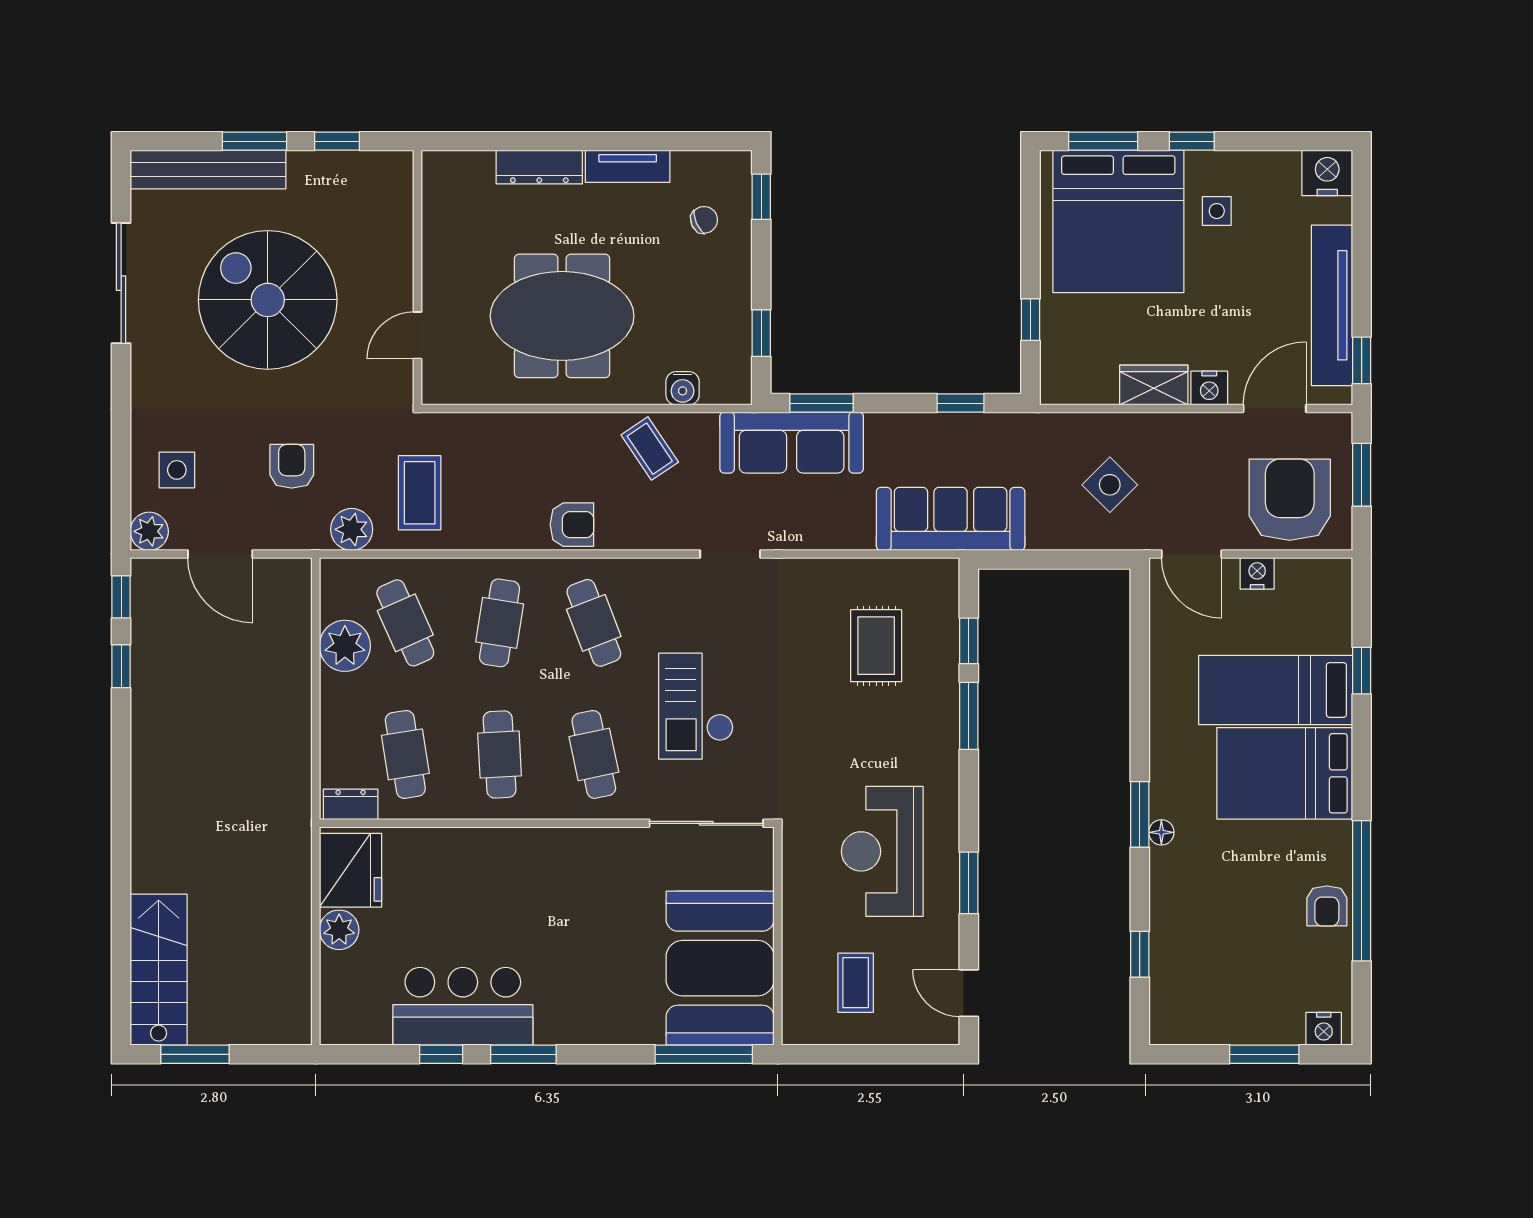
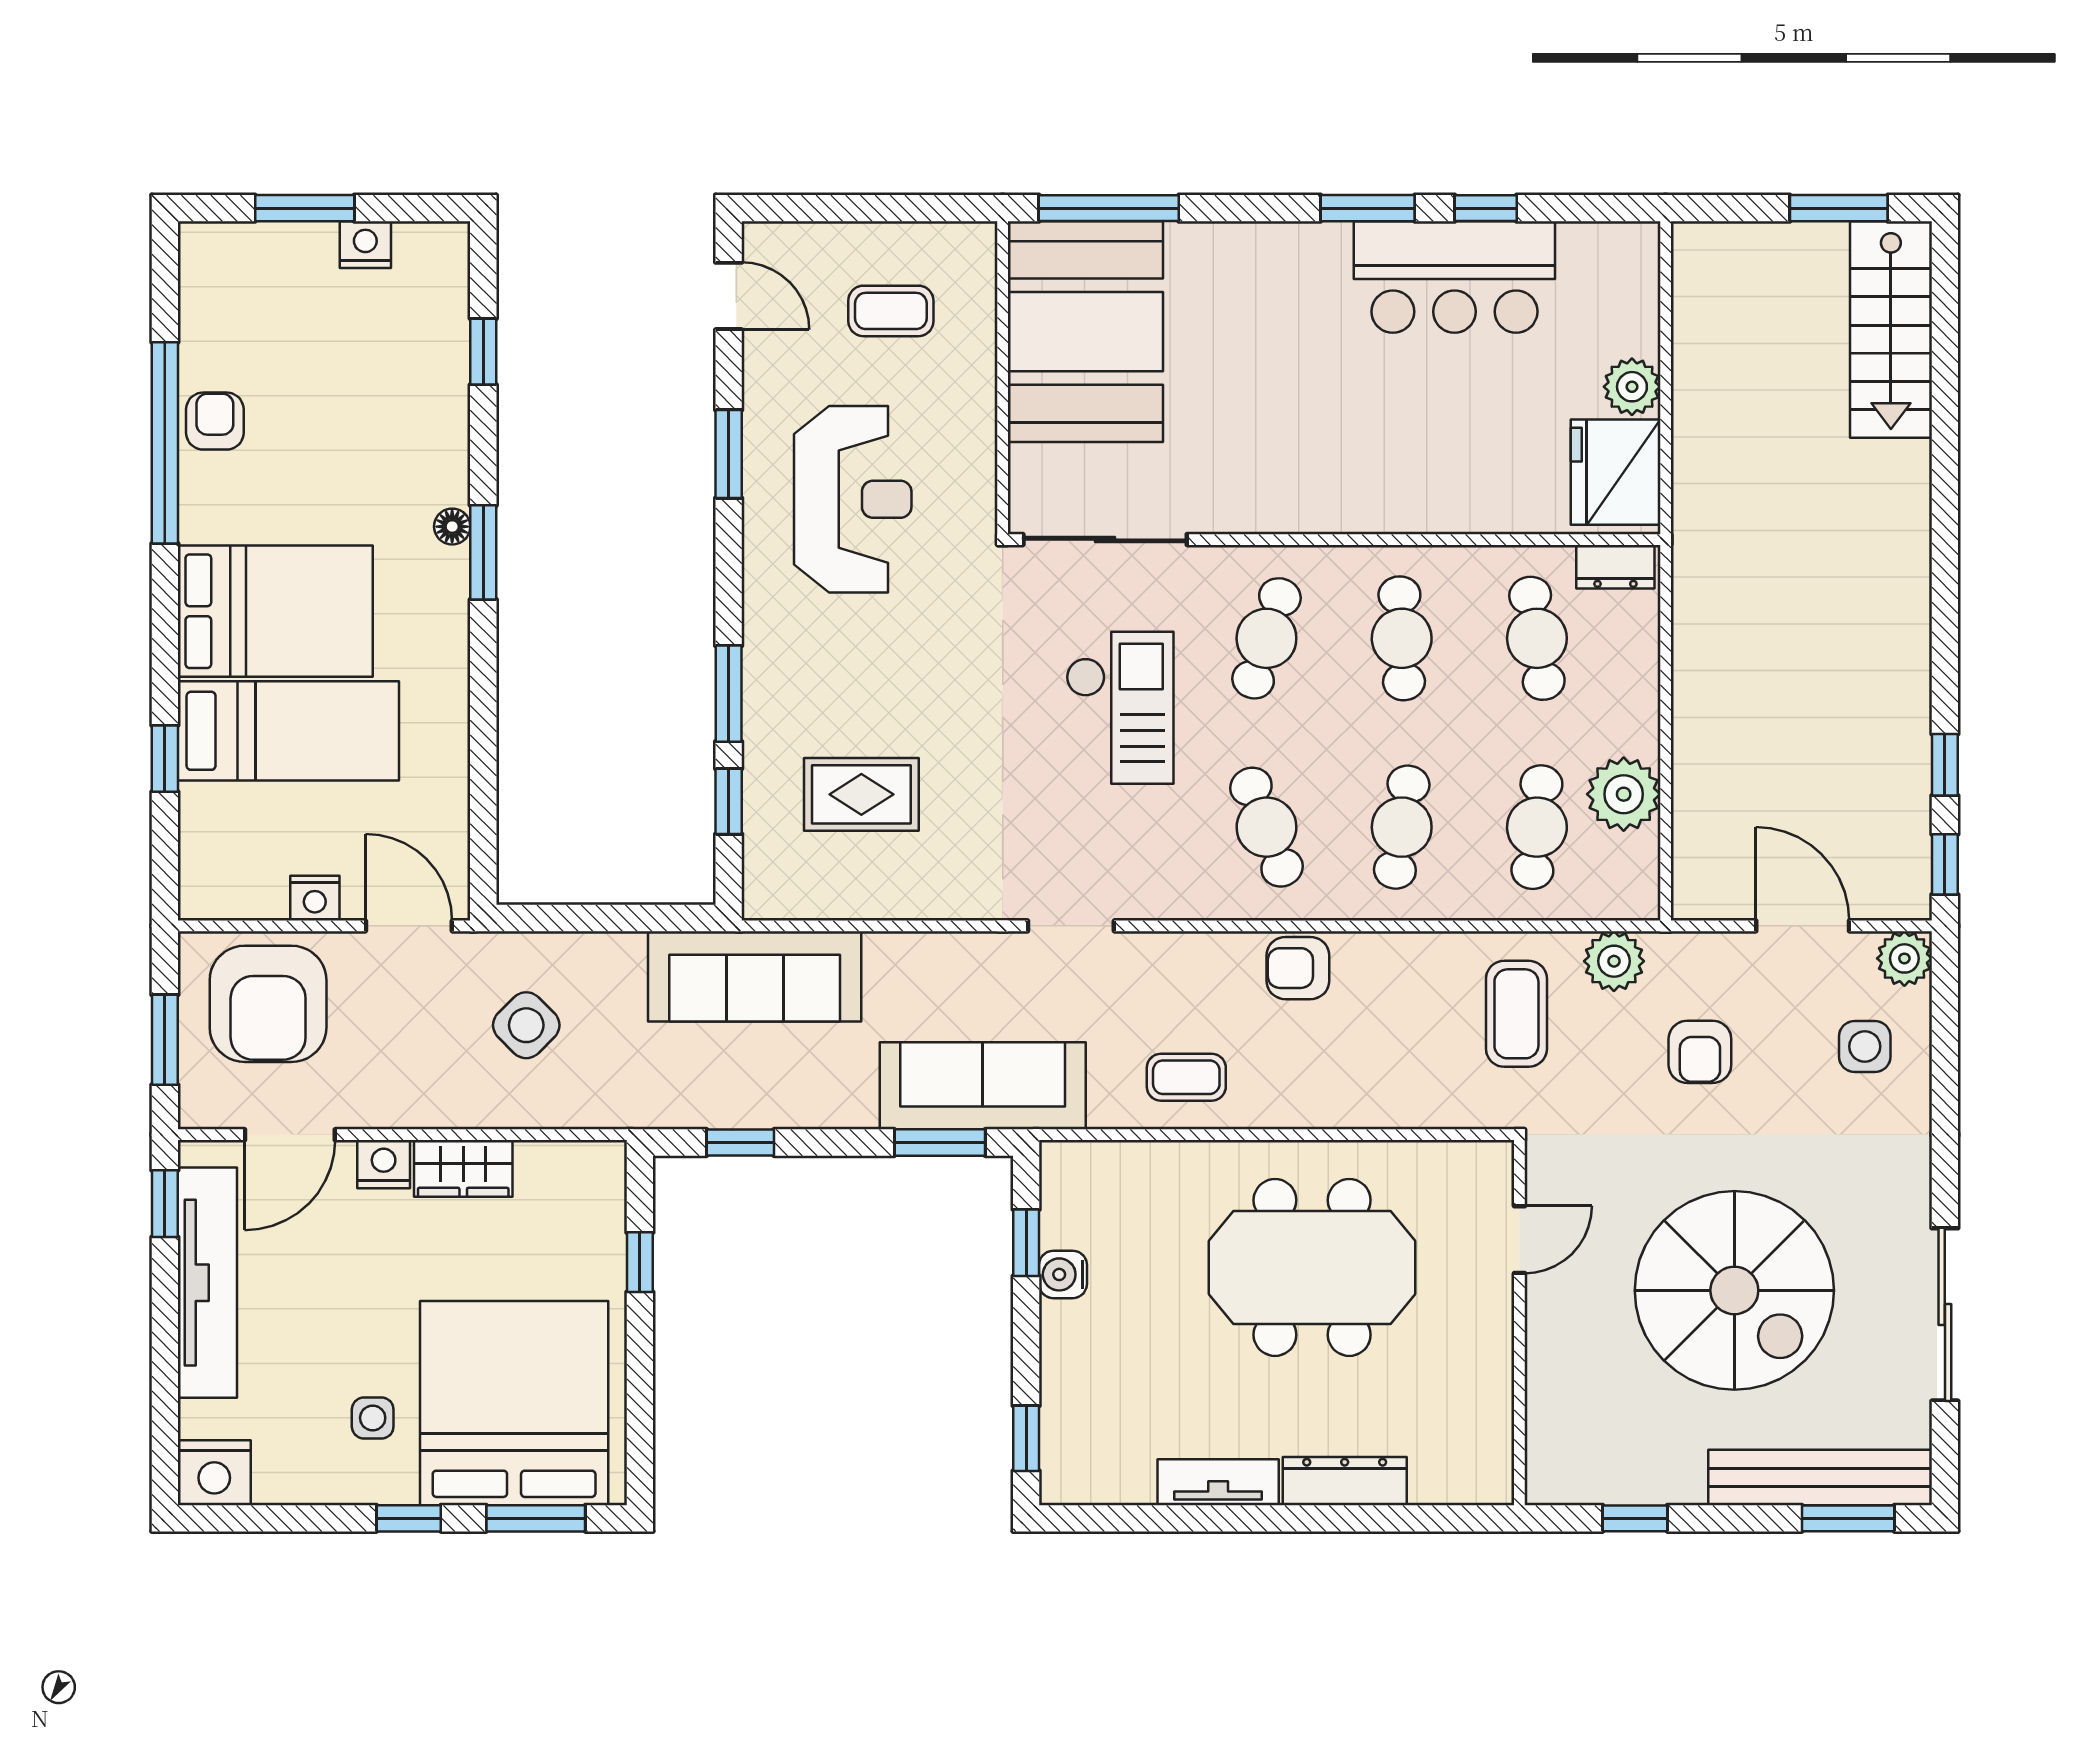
window: (254, 141) -> (1848, 1518), moved
chair: (704, 220) -> (1108, 1405), removed
water cooler: (683, 388) -> (1063, 1274), moved, turned -90
coffee table: (650, 449) -> (1186, 1077), turned -56
cafe table: (405, 623) -> (1537, 827), turned 30
rug: (876, 646) -> (861, 794), turned 90
cafe table: (594, 754) -> (1266, 638), turned 30
coffee table: (856, 983) -> (891, 311), turned 90
nightstand: (1324, 1029) -> (365, 245), moved

